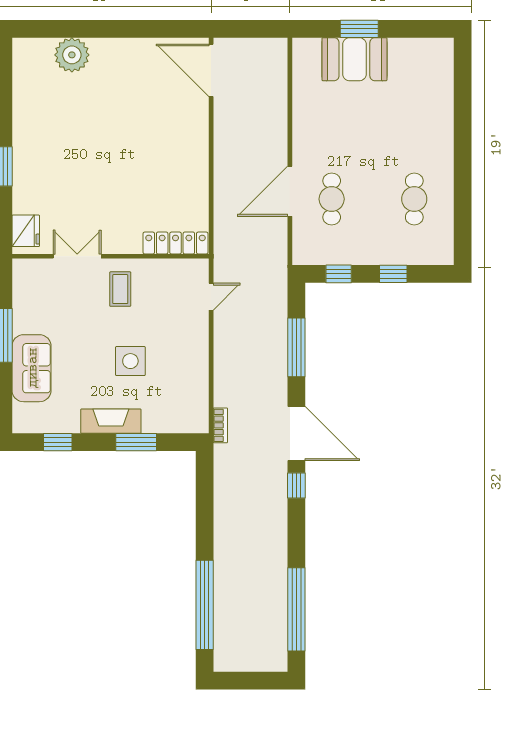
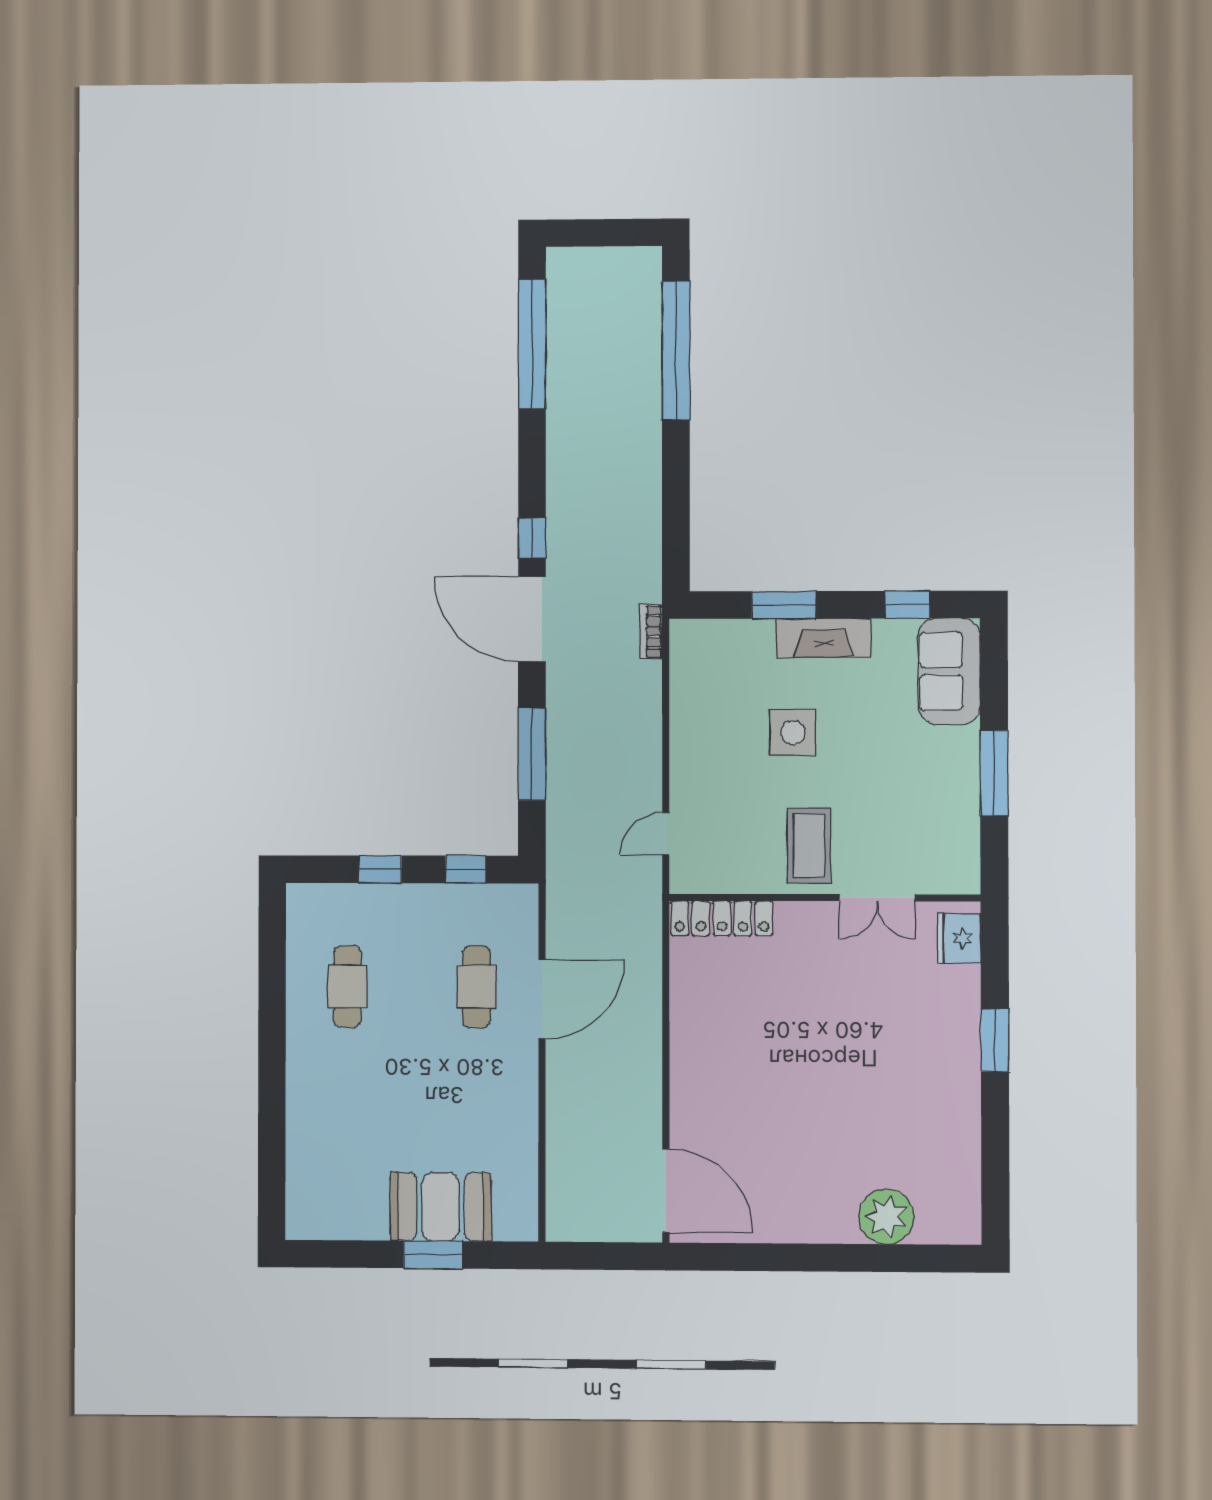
coffee table: (120, 289) -> (809, 846), width x1.36, depth x1.30
sofa: (32, 368) -> (949, 671), moved

